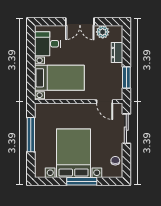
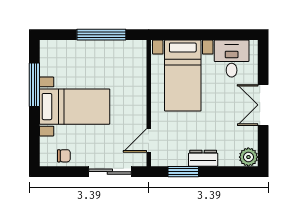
plant: (103, 32) -> (248, 157), moved
dresser: (117, 52) -> (203, 158), moved
bed with nightstands: (74, 153) -> (75, 107), width x0.73
window: (82, 181) -> (34, 85), moved

